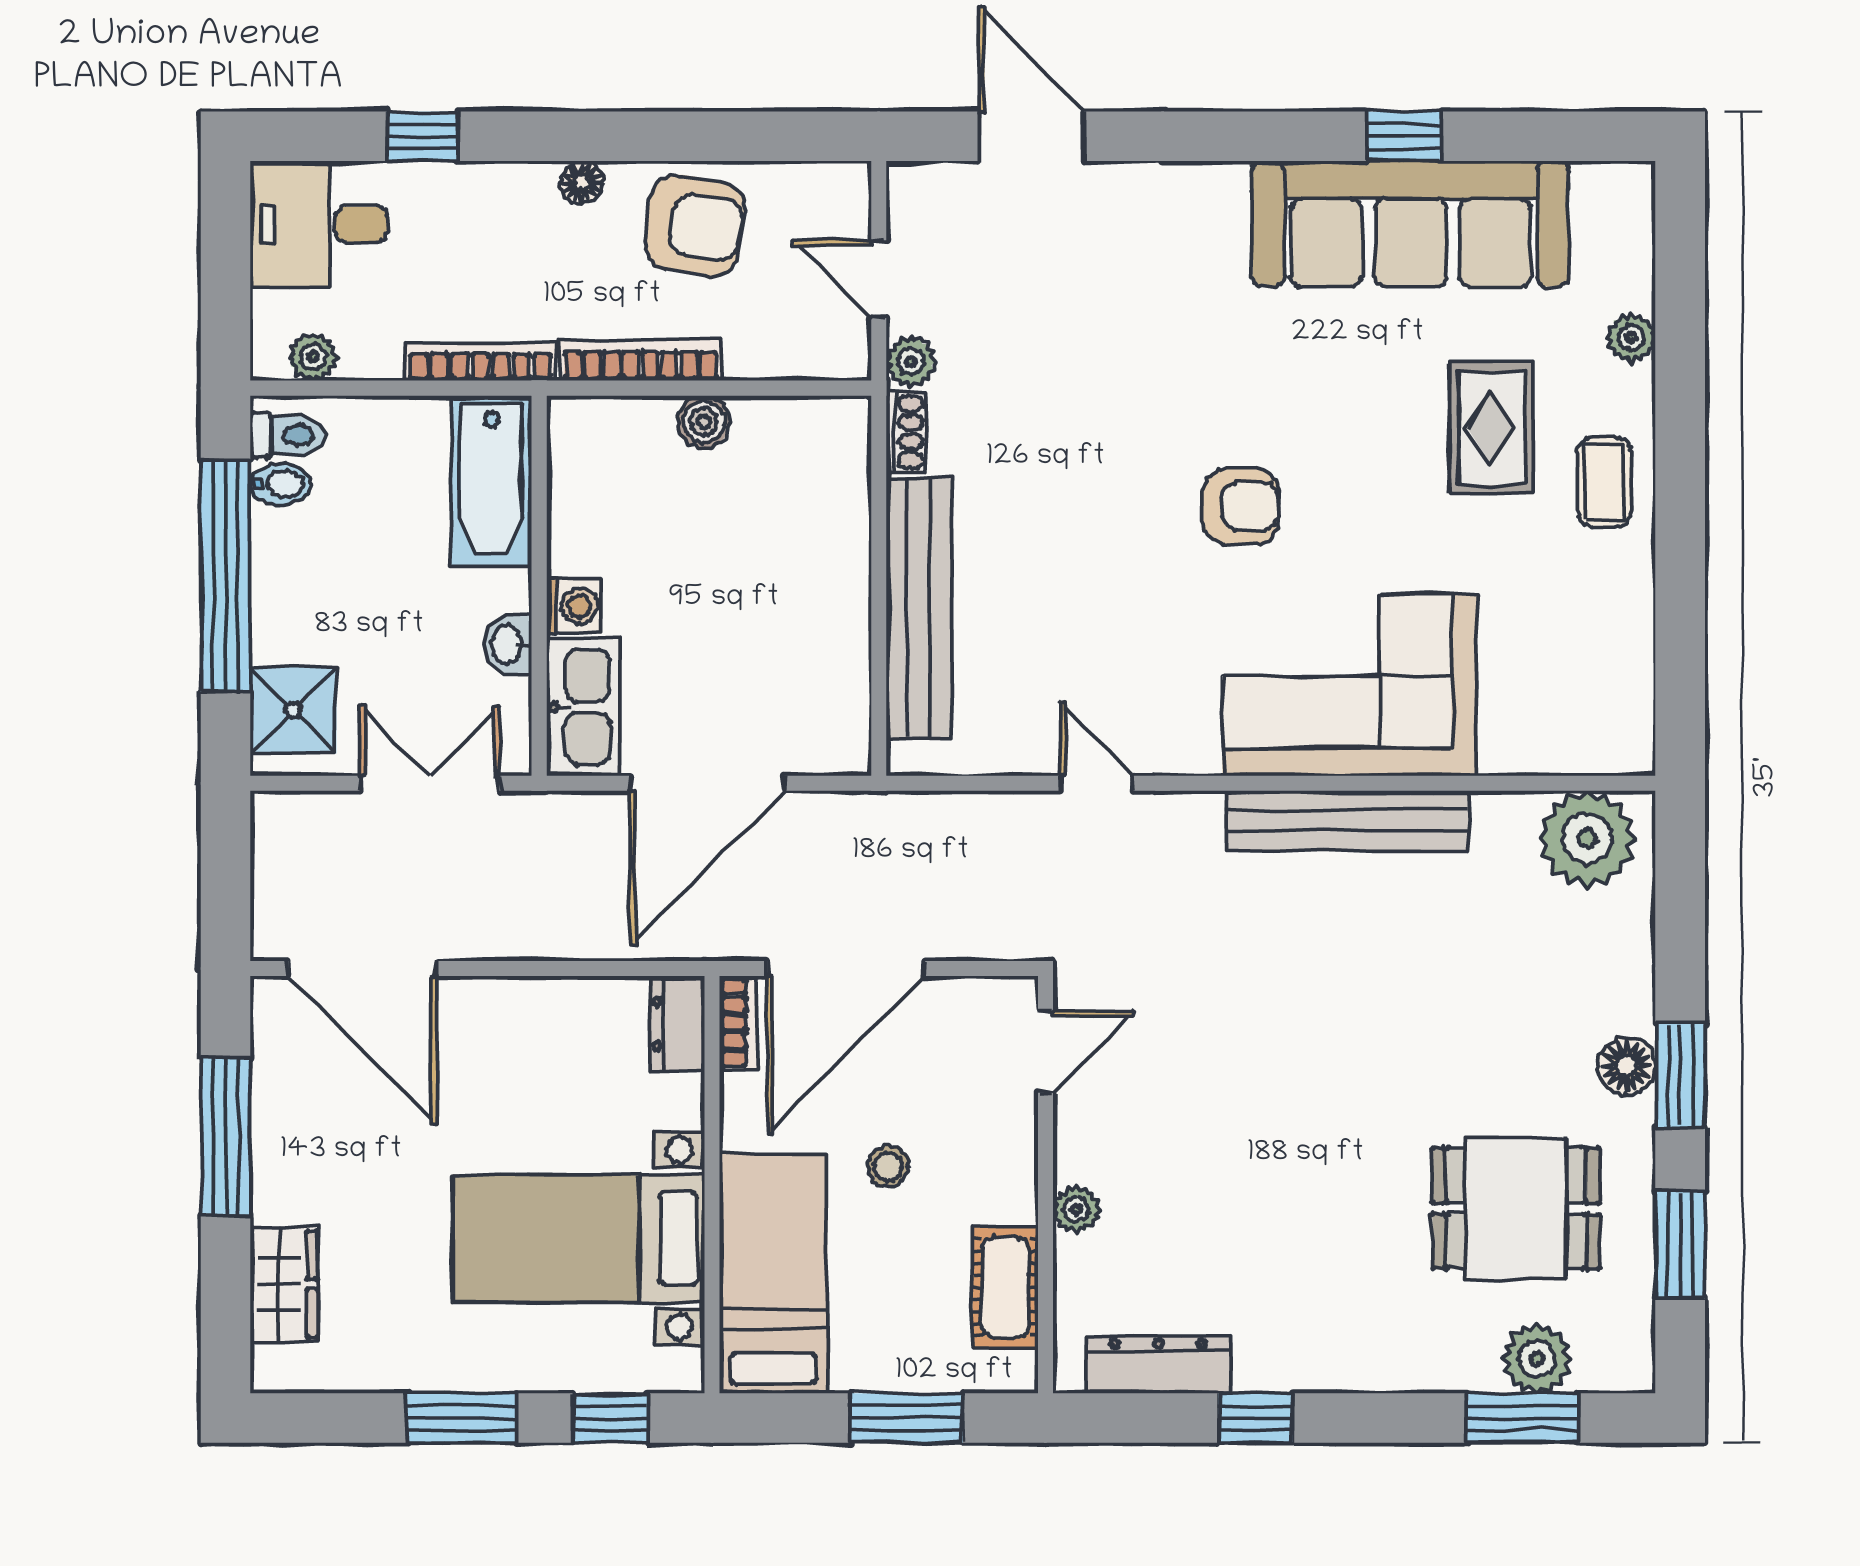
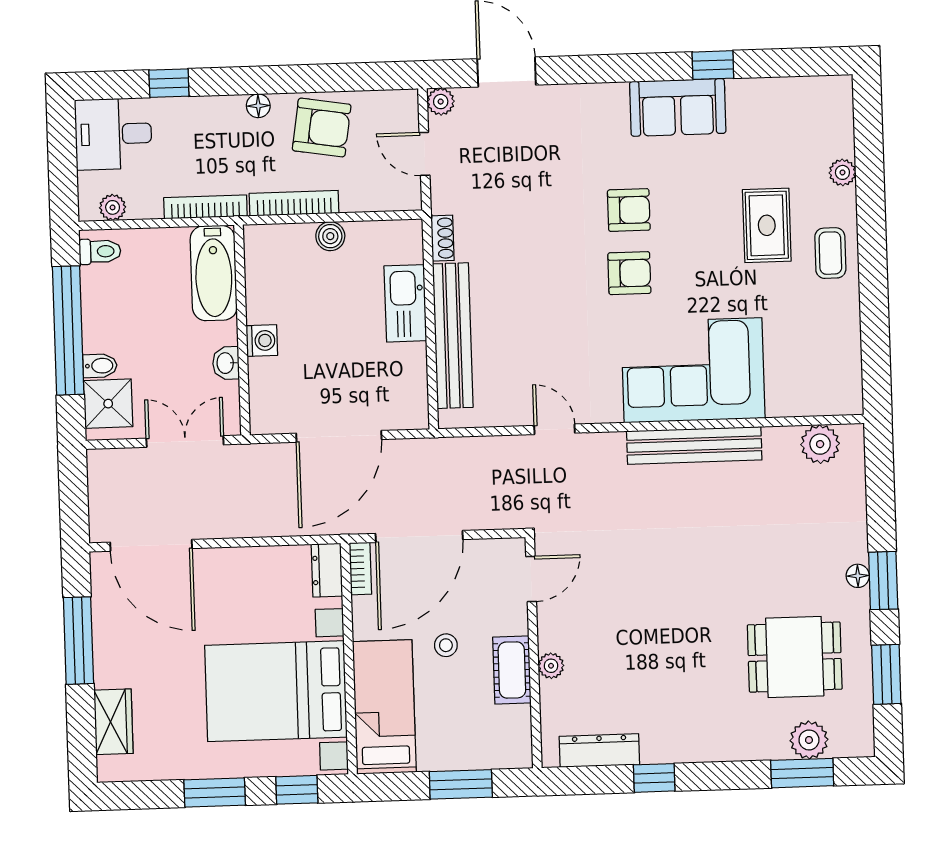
sofa: (1411, 224) -> (678, 107), width x0.54, depth x0.79
plant: (911, 361) -> (441, 102), moved
armchair: (1244, 392) -> (629, 210), added
bidet: (281, 484) -> (100, 366), moved
kitchen sink: (583, 707) -> (405, 303), moved, turned 180
plant: (1587, 839) -> (820, 444), width x0.73, depth x0.73
floor lamp: (1627, 1066) -> (858, 576), width x0.73, depth x0.73
bed with nightstands: (579, 1239) -> (276, 691), width x1.36
cot: (1005, 1287) -> (512, 670), moved

